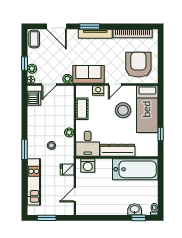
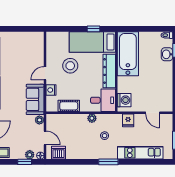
armchair: (138, 65) -> (26, 51), removed
door: (115, 84) -> (45, 73), swing flipped
bed: (147, 109) -> (92, 42), moved, turned 180

